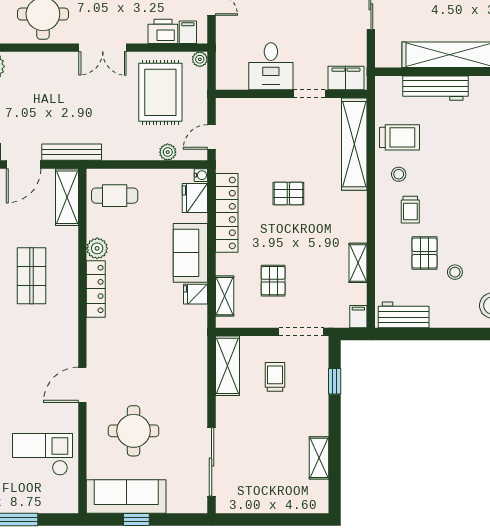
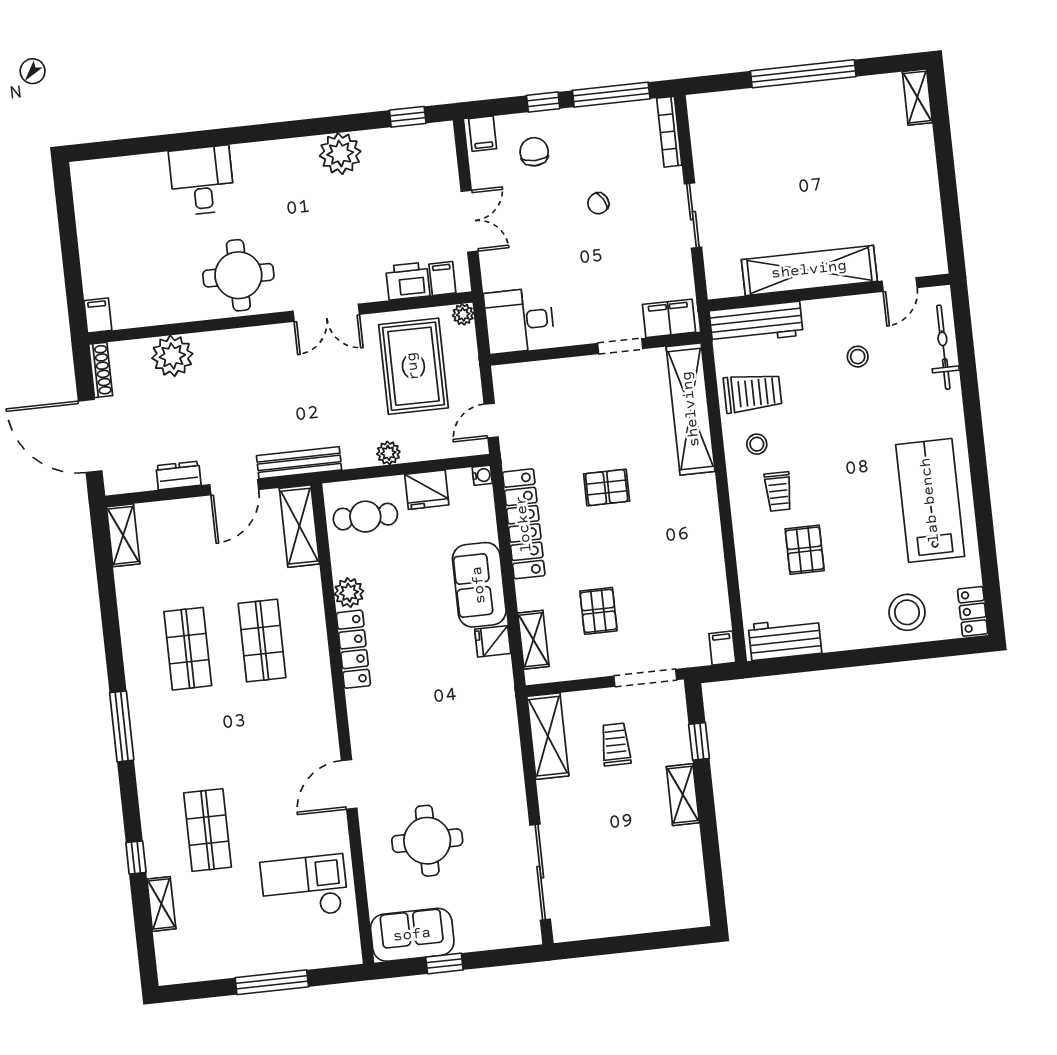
desk: (271, 66) -> (519, 321), moved, turned 90
workbench: (435, 88) -> (756, 323), moved
plant: (168, 152) -> (388, 453), moved
fridge: (195, 198) -> (427, 490), moved, turned -90
shelving: (358, 263) -> (714, 573), removed
stool: (455, 272) -> (858, 357), moved
shelving: (319, 458) -> (683, 795), moved
sofa: (126, 497) -> (412, 935), width x0.73

